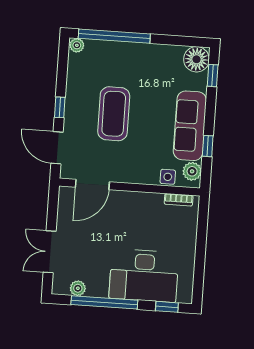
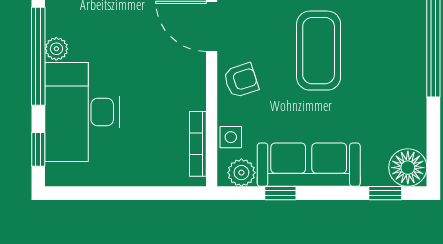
coffee table: (114, 114) -> (319, 51), turned 90
armchair: (130, 167) -> (241, 80), added
bookcase: (179, 200) -> (198, 144), width x1.56
plant: (78, 288) -> (56, 49), moved

